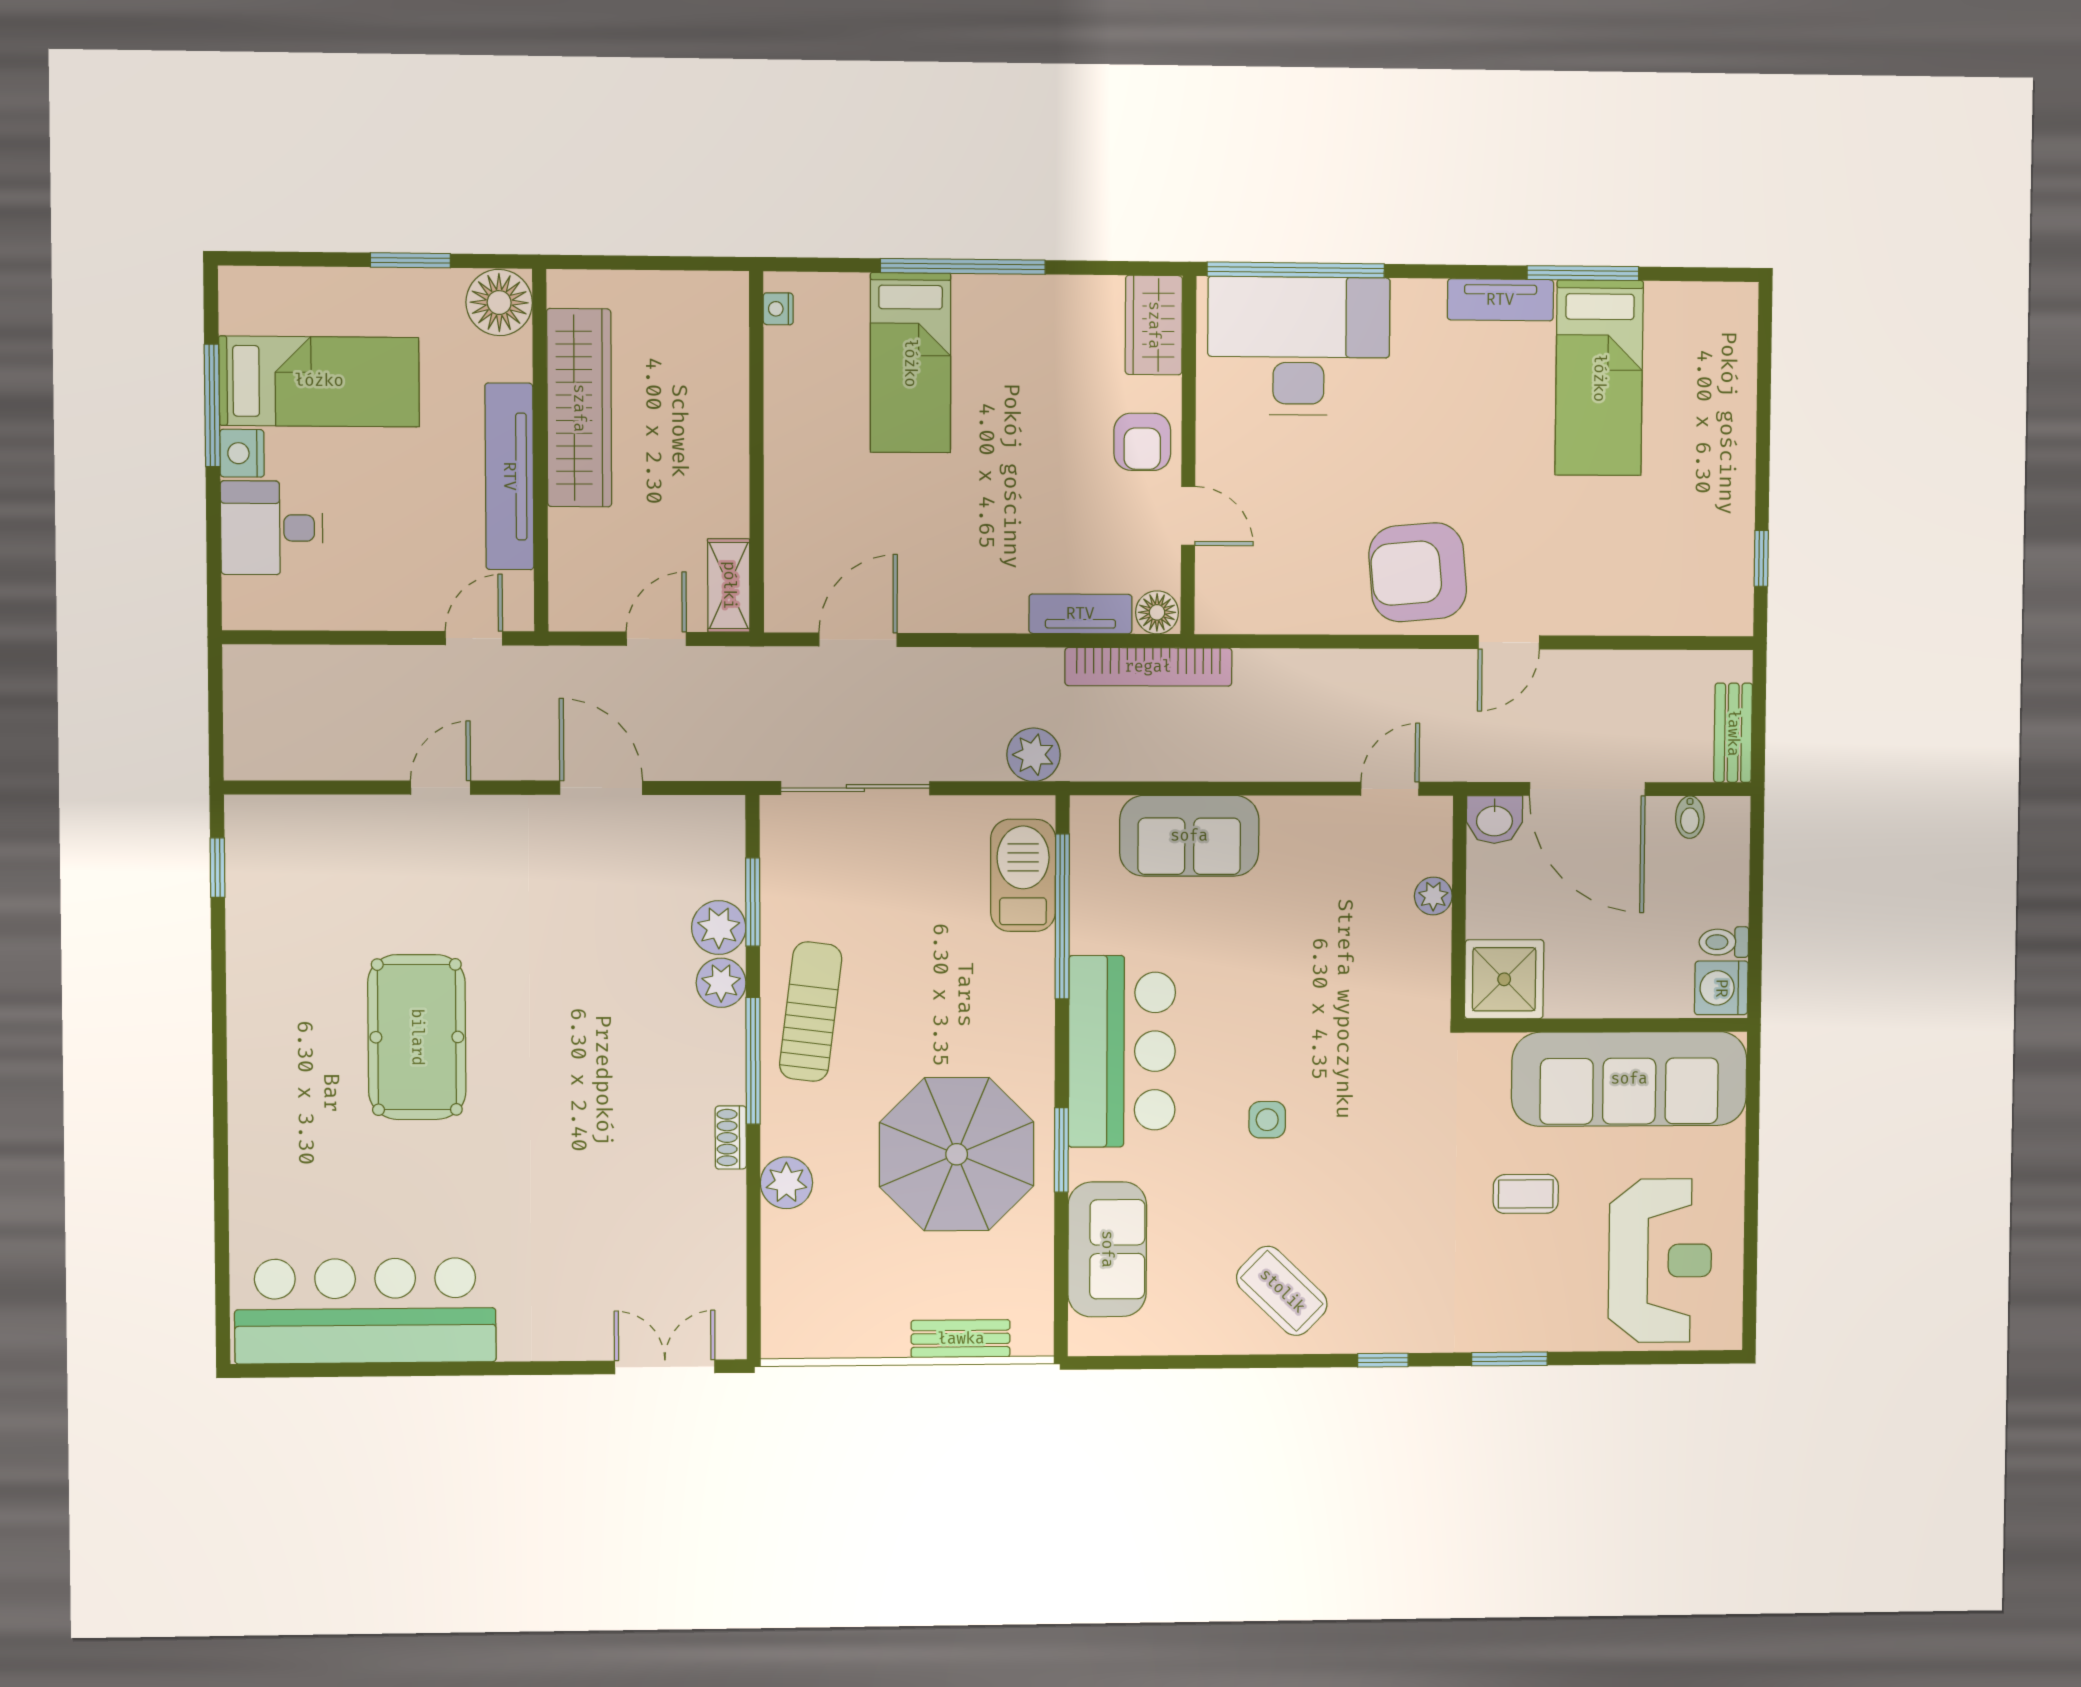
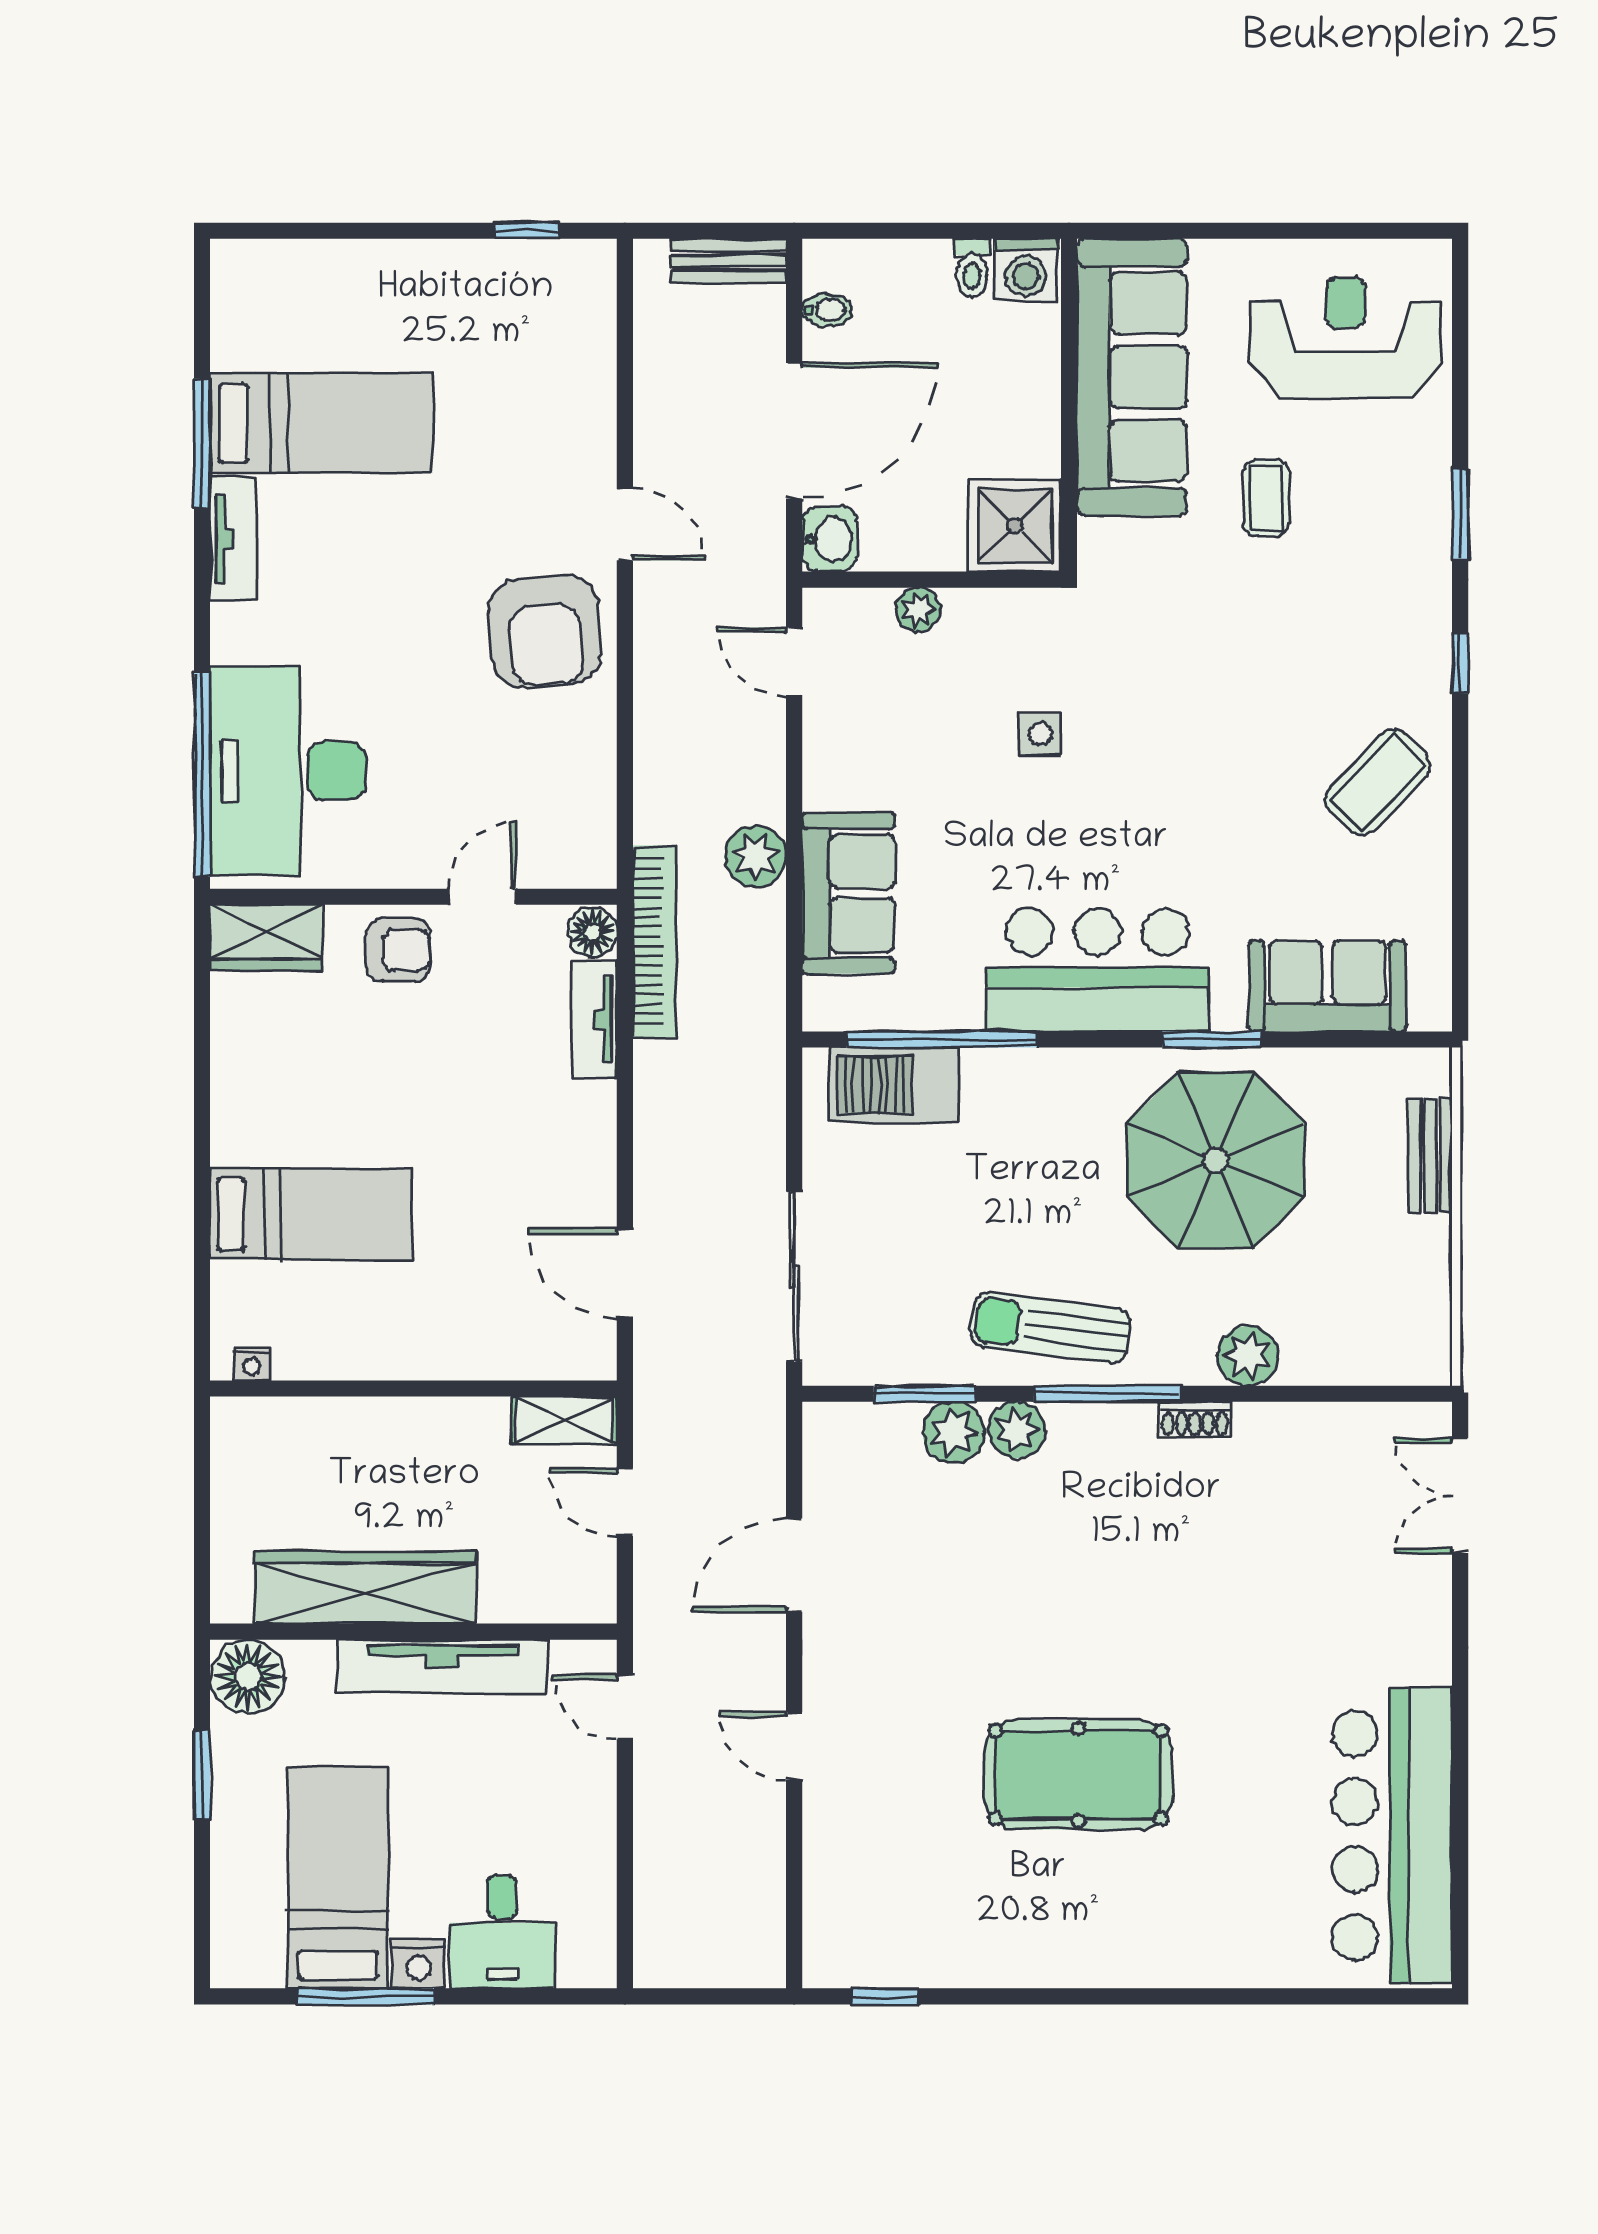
window: (963, 266) -> (202, 1155), removed
plant: (1033, 755) -> (756, 856), moved
side table: (1267, 1120) -> (1040, 734), moved

